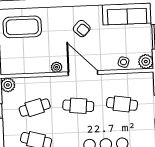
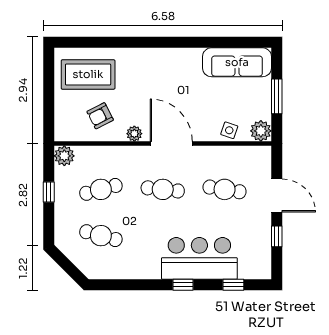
armchair: (82, 29) -> (100, 116), moved, turned 110

